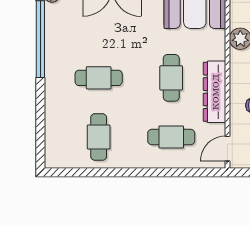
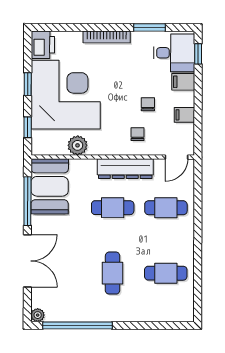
cafe table: (171, 137) -> (166, 208), turned 90
door: (227, 149) -> (176, 157), hinge flipped

